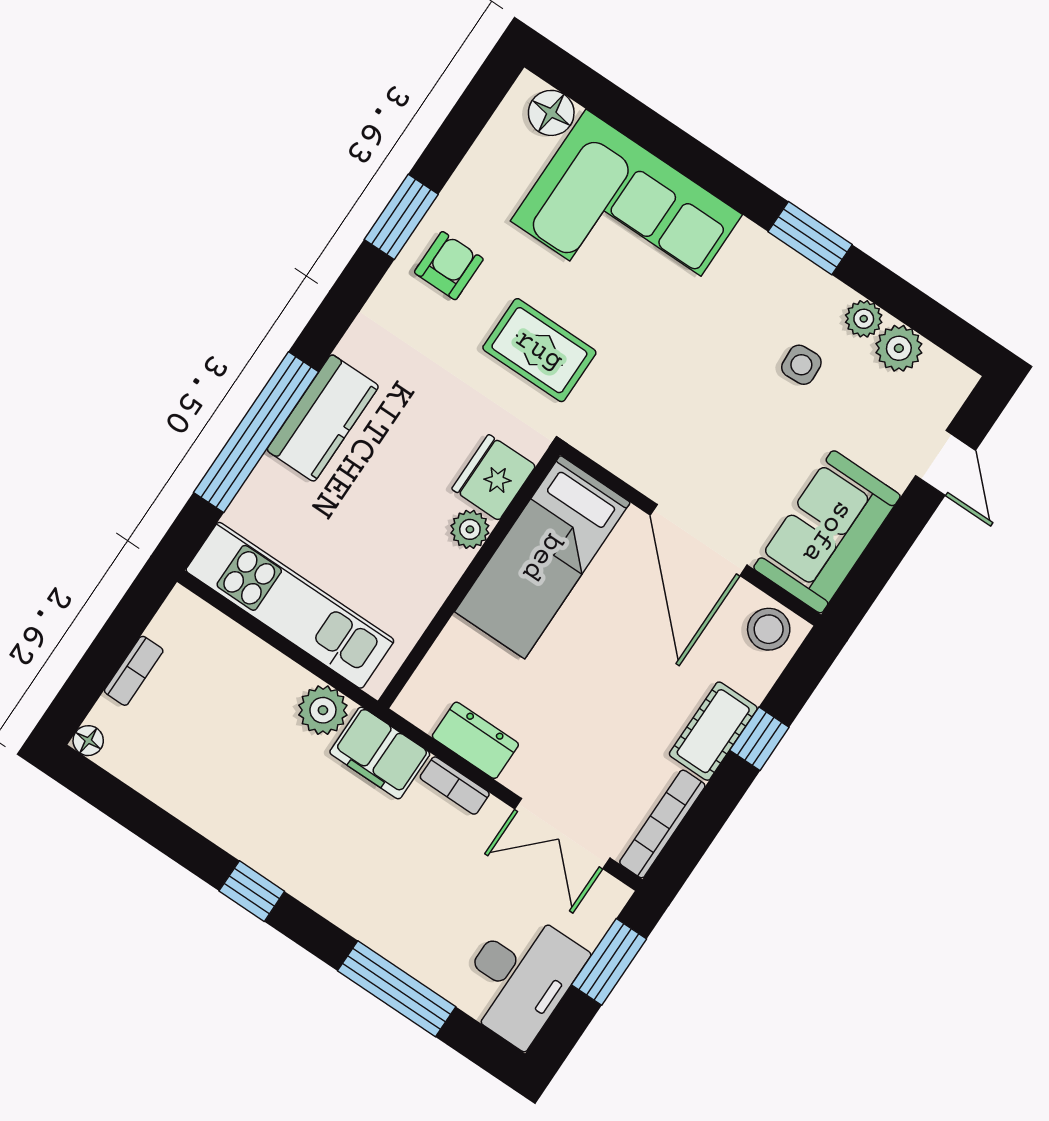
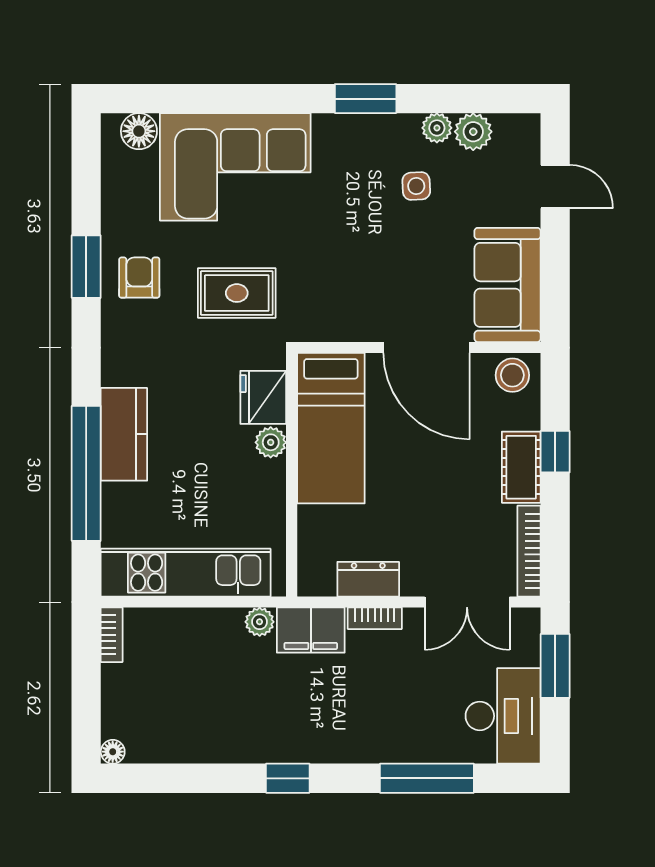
bookcase: (134, 671) -> (112, 635), moved
plant: (323, 710) -> (260, 622), width x0.73, depth x0.73

